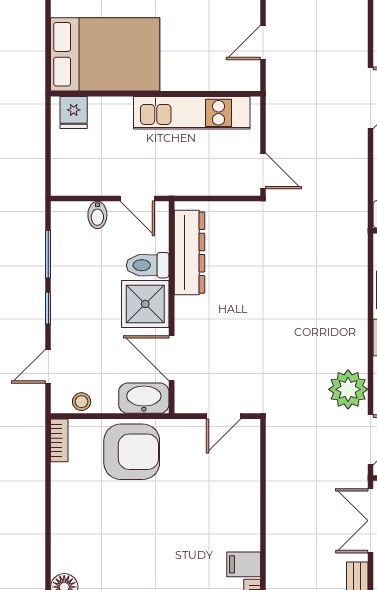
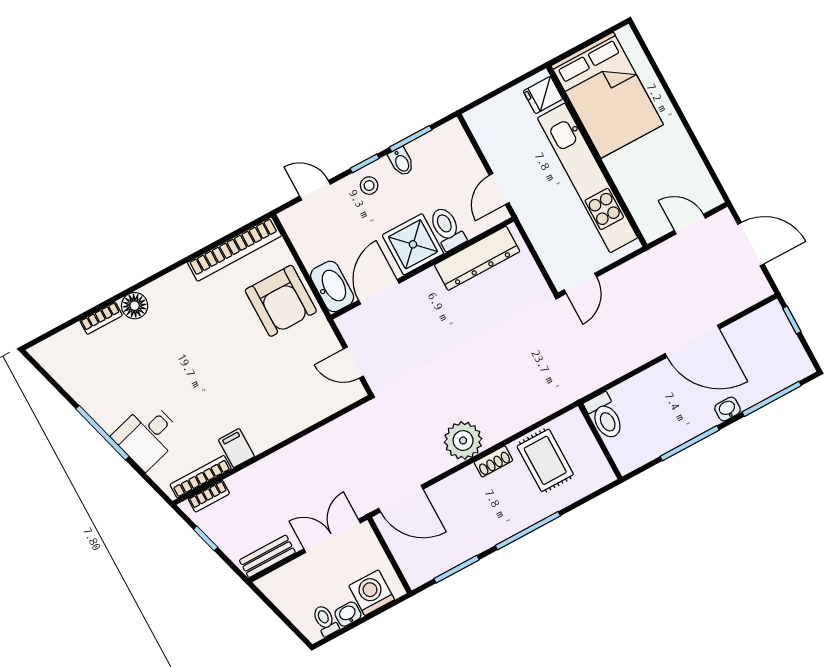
kitchen unit: (192, 113) -> (587, 178), width x1.36
bidet: (97, 215) -> (401, 162), moved, turned -90
plant: (348, 389) -> (463, 441), moved
stool: (82, 402) -> (369, 186), moved
bookcase: (59, 440) -> (234, 249), width x2.31, depth x1.31

